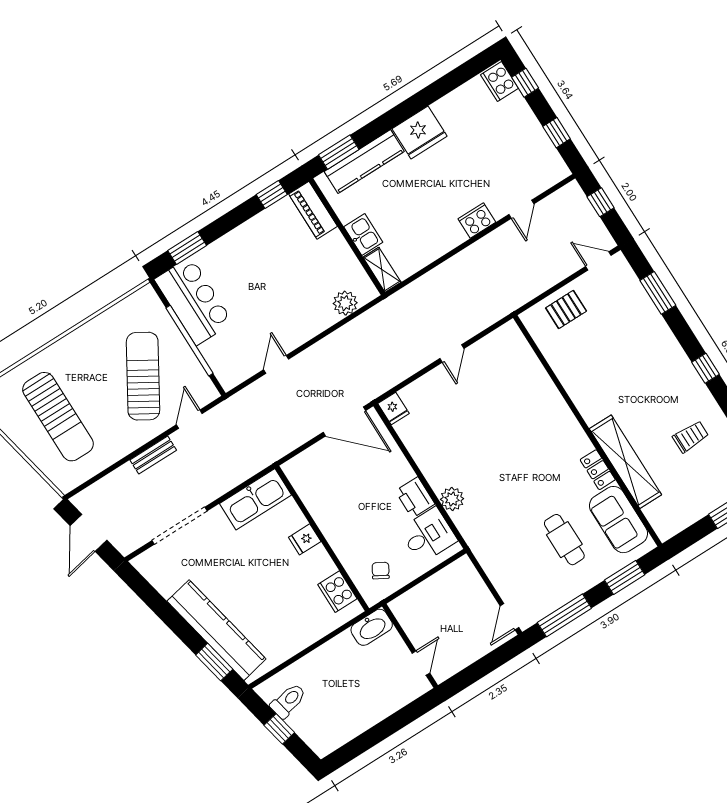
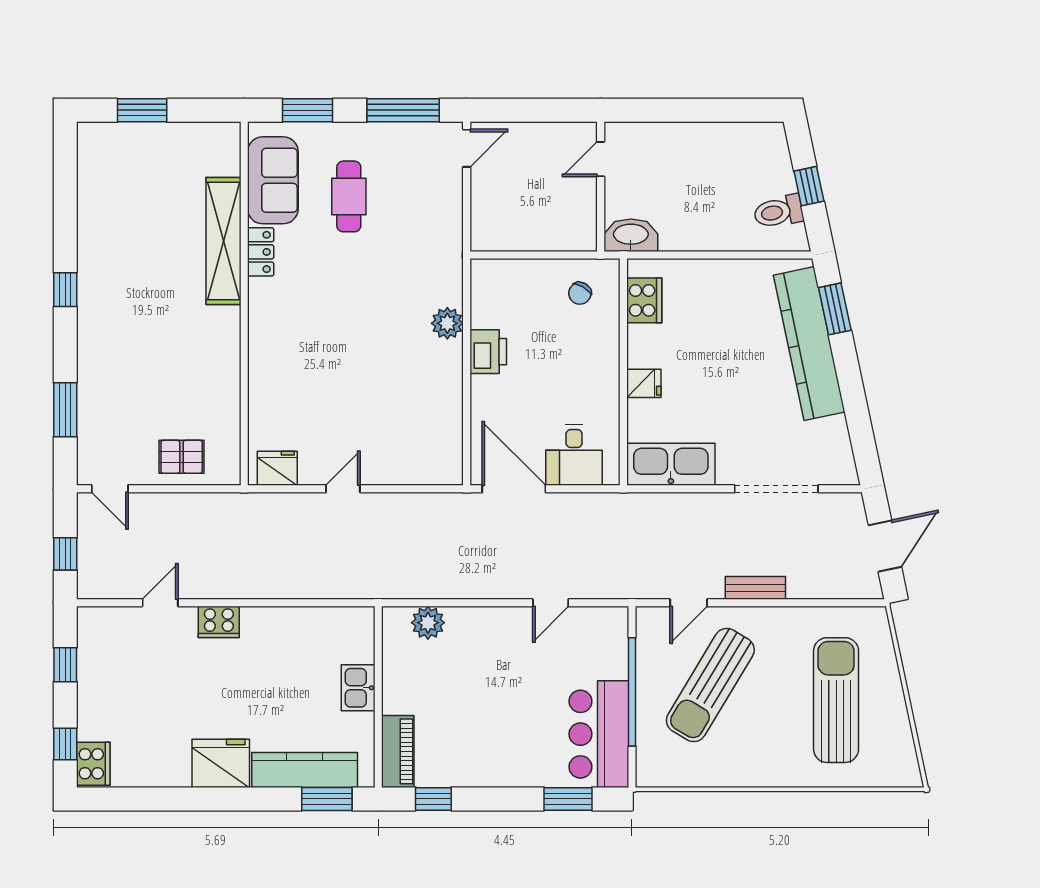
shelving: (382, 270) -> (362, 634), removed
fridge: (393, 409) -> (277, 468), moved, width x1.38
trolley: (691, 437) -> (131, 223), removed
desk: (428, 535) -> (574, 455), moved, turned -90

